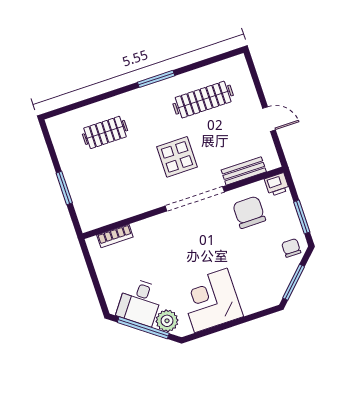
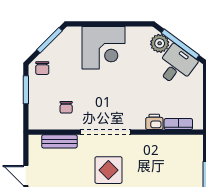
printer: (277, 184) -> (154, 122), moved
chair: (249, 212) -> (66, 107), width x0.54, depth x0.54
corner desk: (211, 300) -> (103, 48), moved

